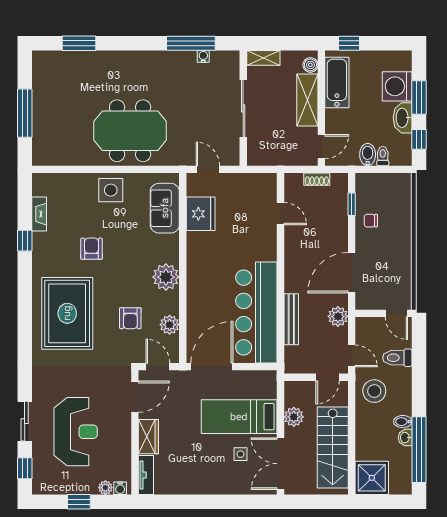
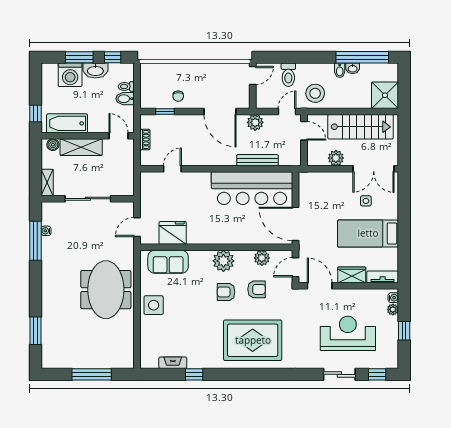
armchair: (92, 249) -> (226, 292), moved
bed: (239, 417) -> (368, 233), moved, turned 90

